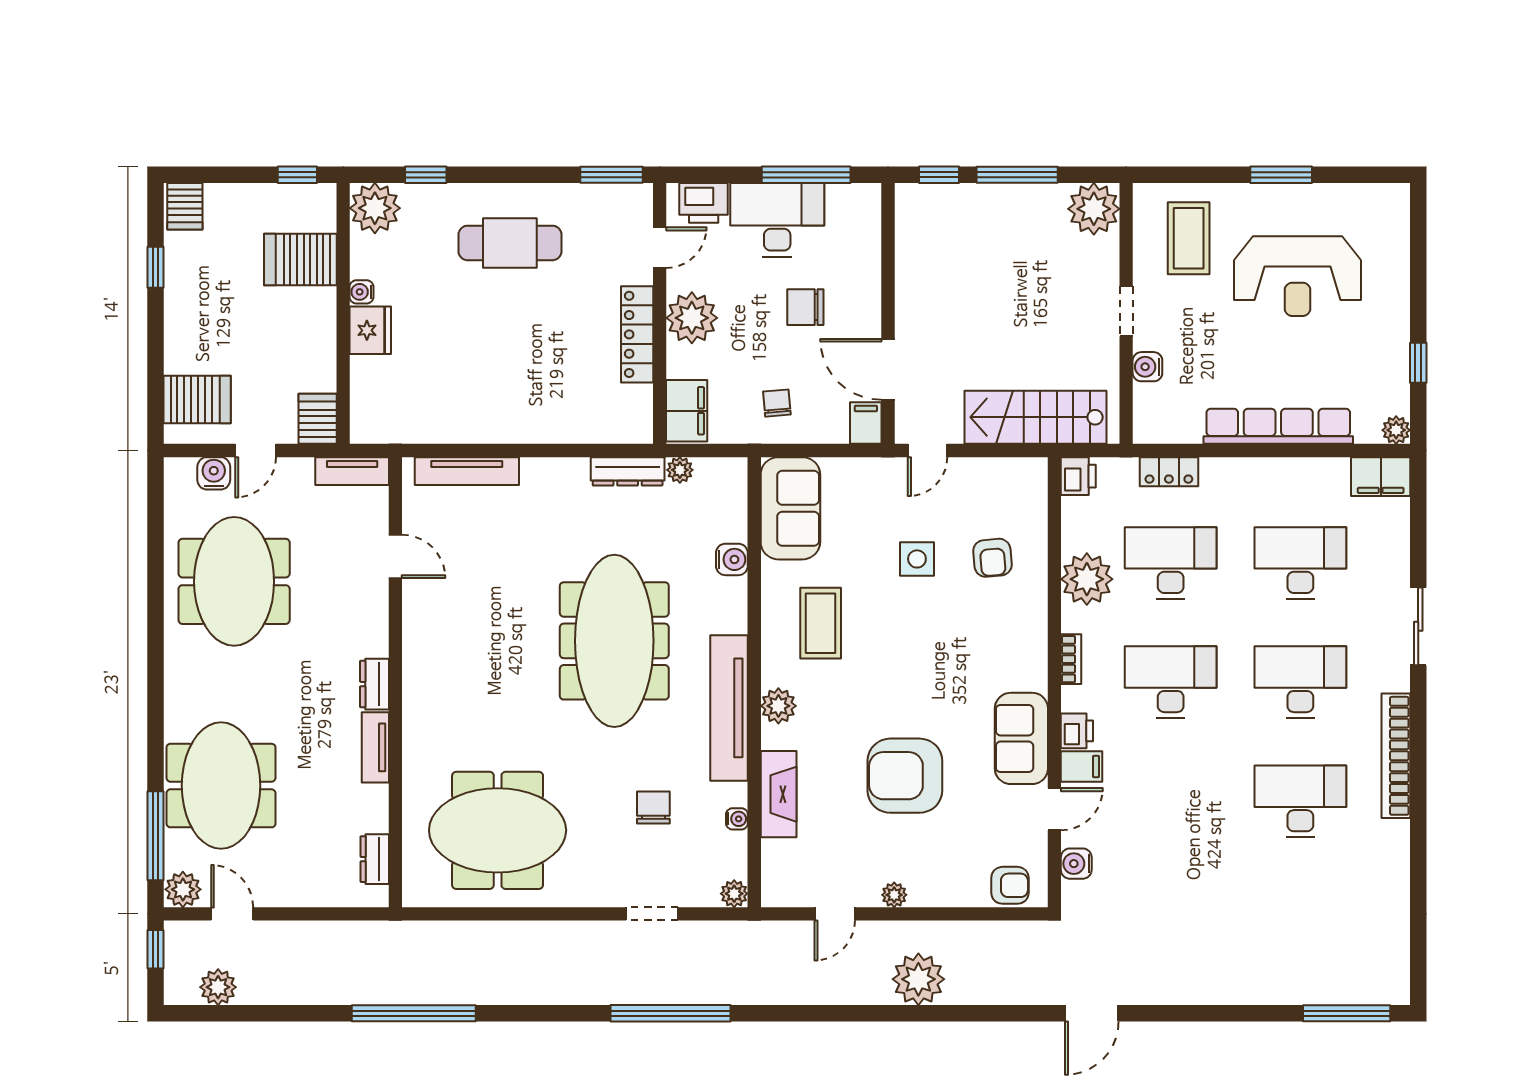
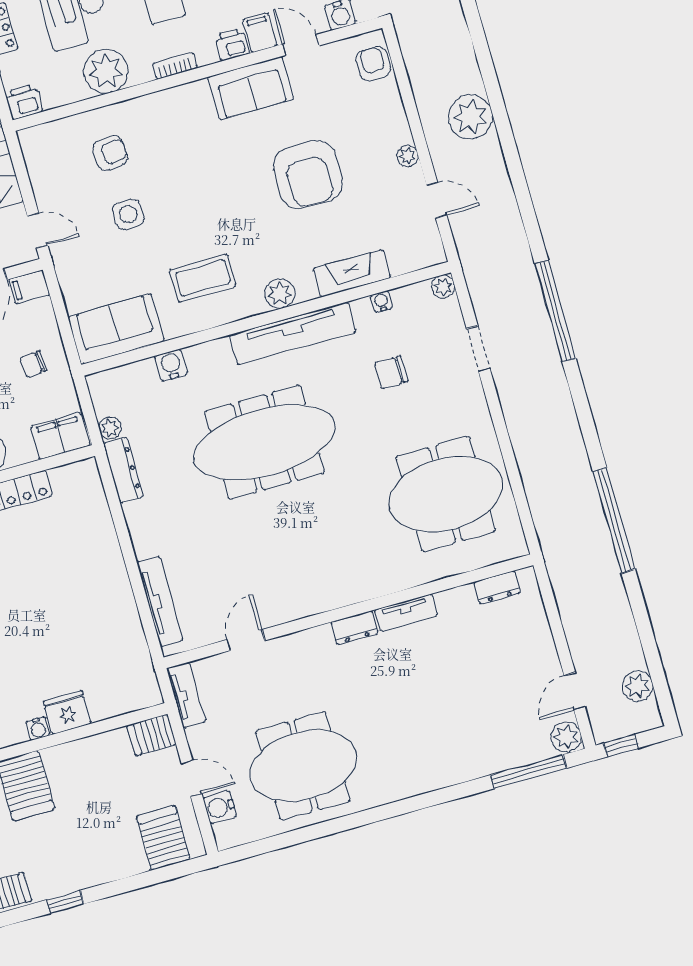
meeting table: (221, 786) -> (473, 730), removed
meeting table: (498, 830) -> (446, 494), turned 90

